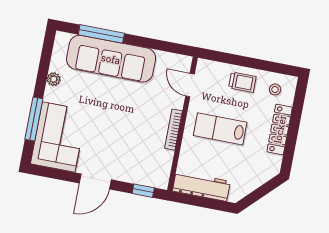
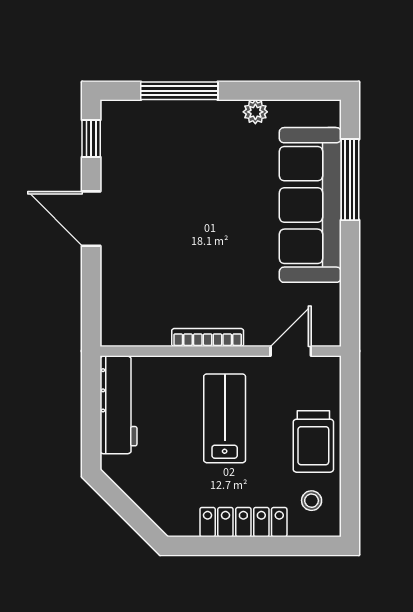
trolley: (242, 82) -> (313, 441), width x1.36, depth x1.39
corner sofa: (59, 137) -> (156, 140), removed
window: (143, 191) -> (91, 139), moved

